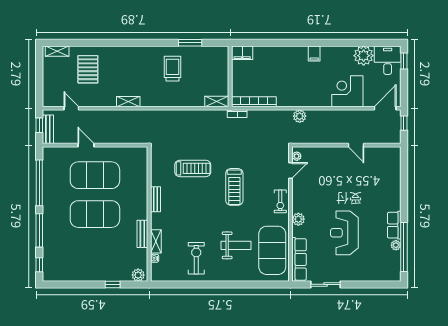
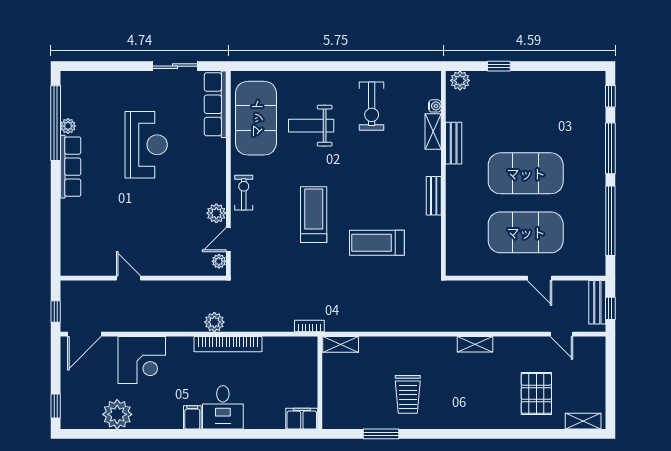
desk: (388, 60) -> (223, 407), moved
bookcase: (254, 102) -> (228, 344), moved
plant: (298, 219) -> (216, 213), moved
row of seats: (394, 225) -> (71, 167), width x1.48

